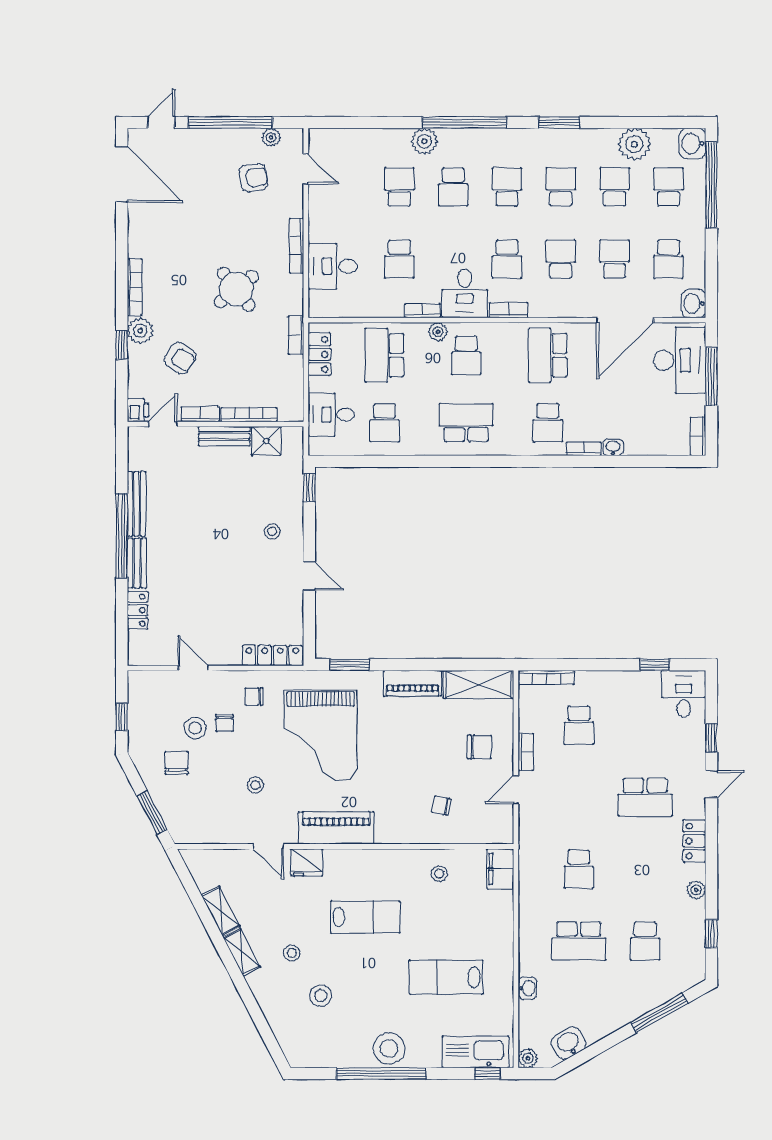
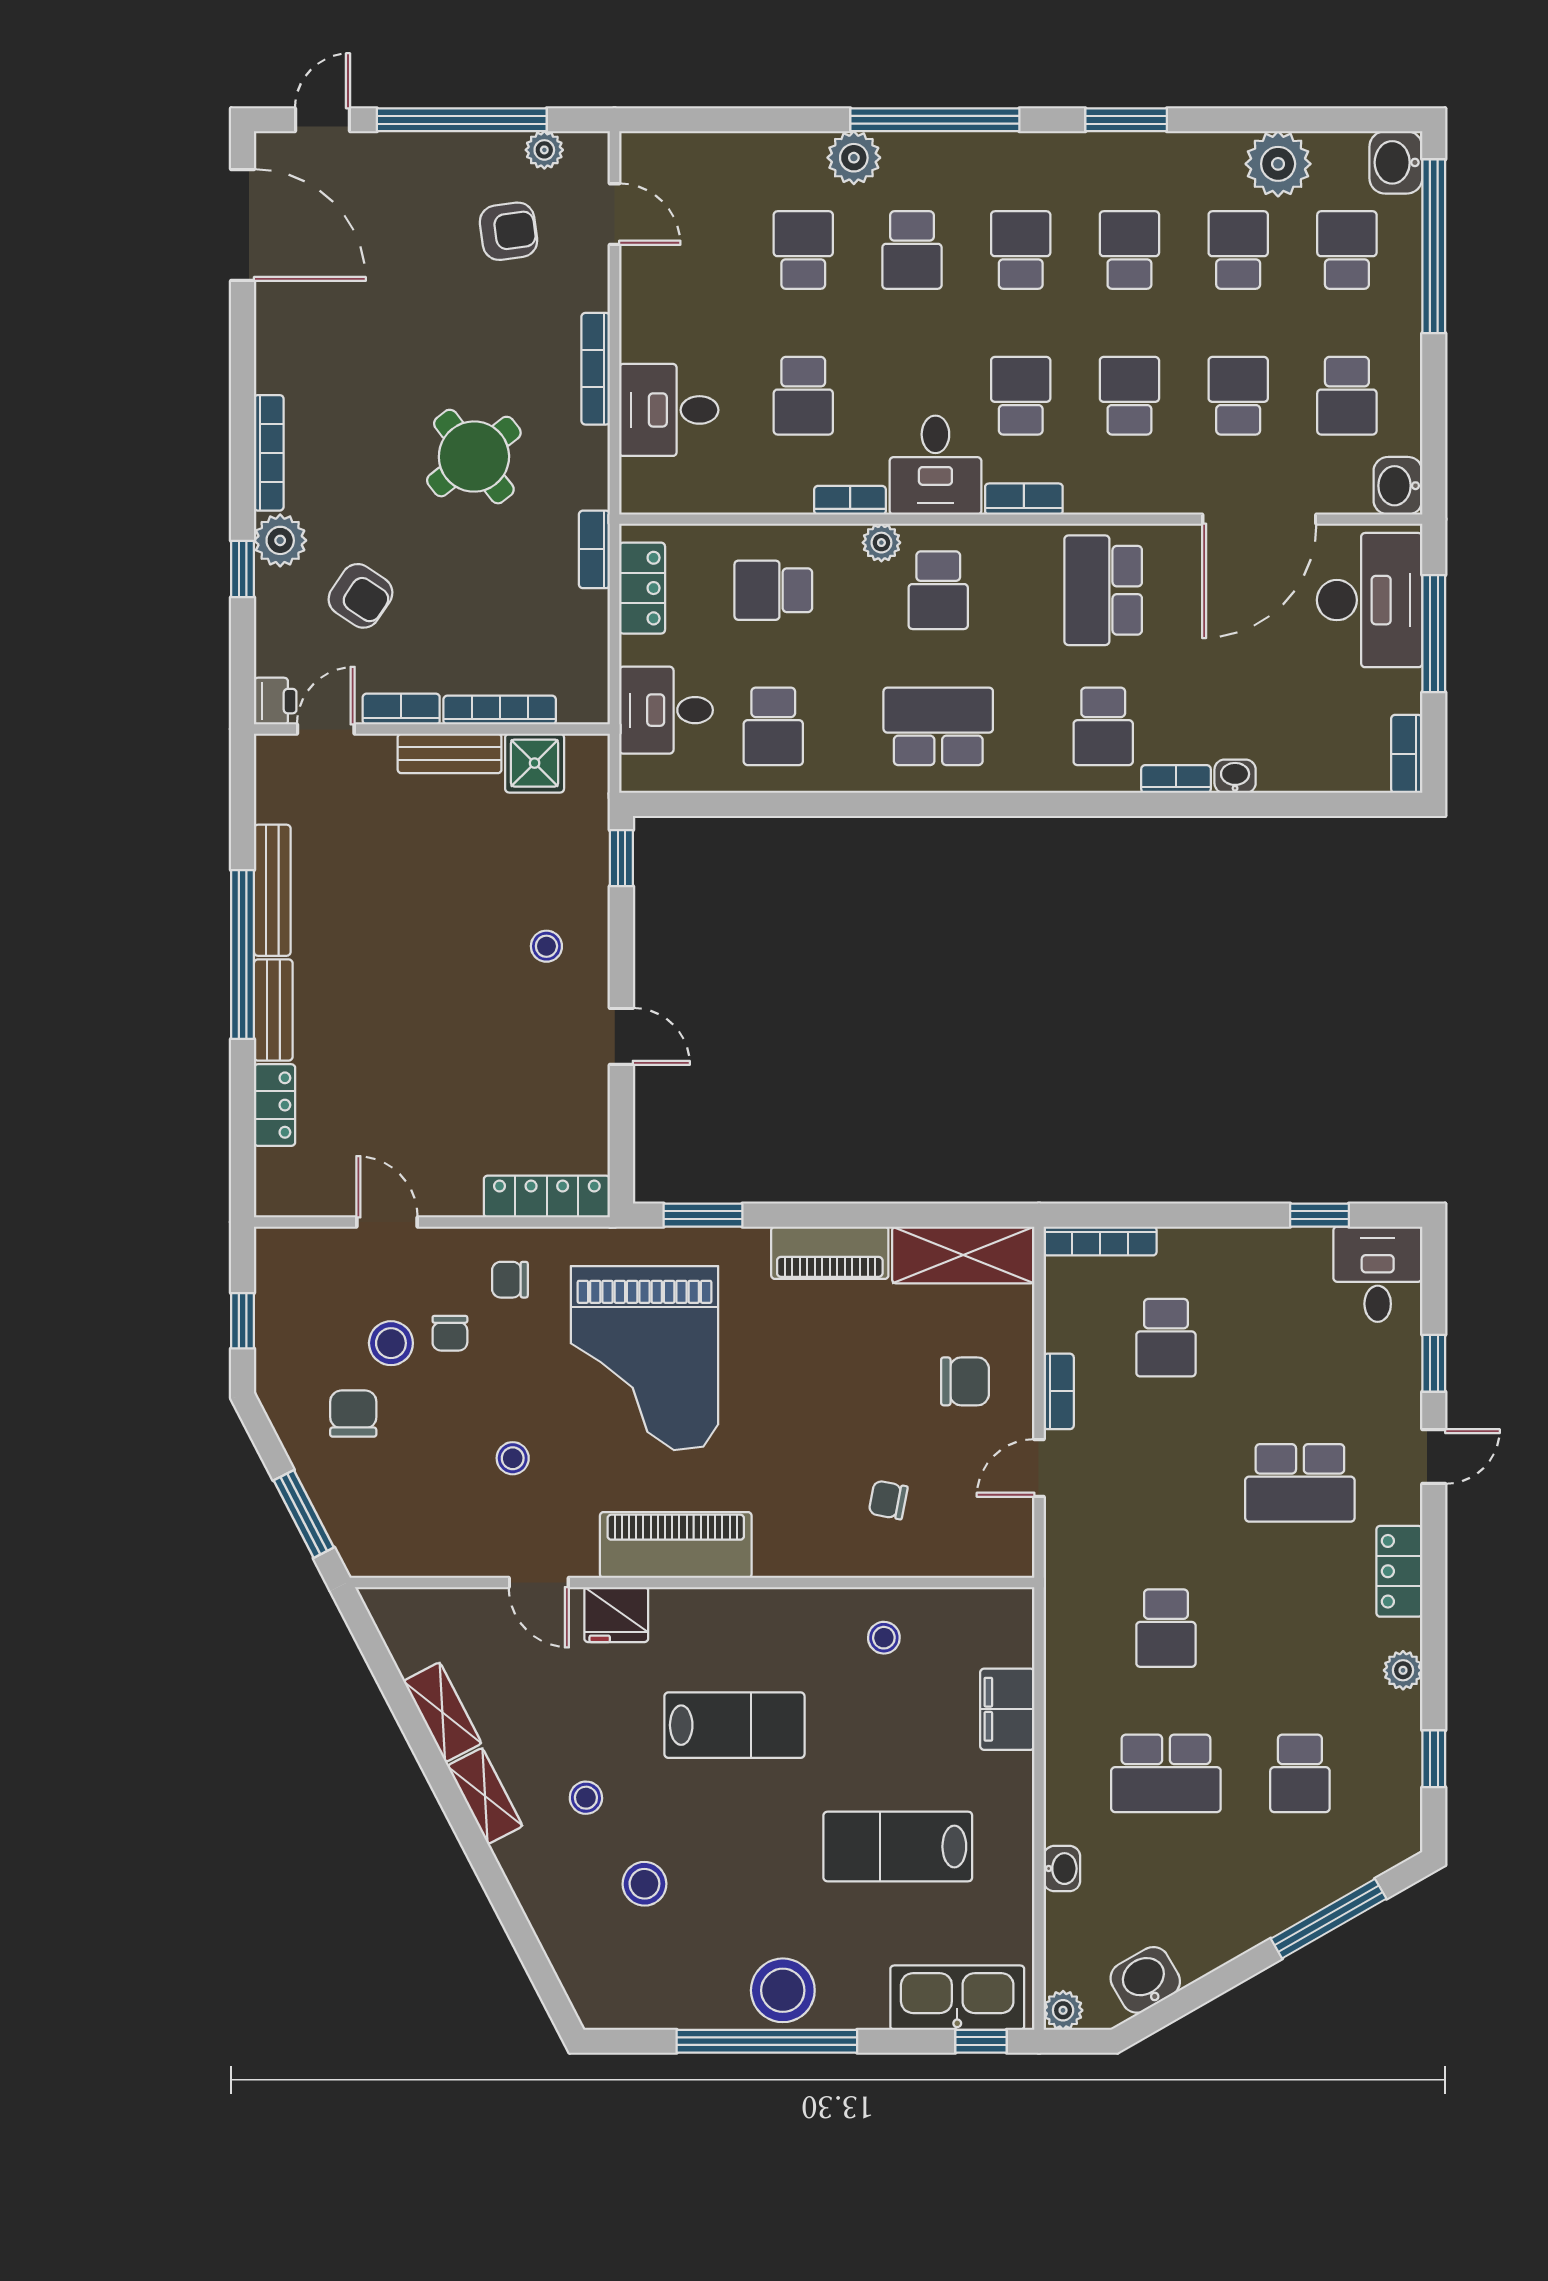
school desk: (507, 259) -> (1021, 396), turned 180
school desk: (384, 355) -> (773, 590), width x0.54
filing cabinet: (500, 869) -> (1007, 1709), moved

